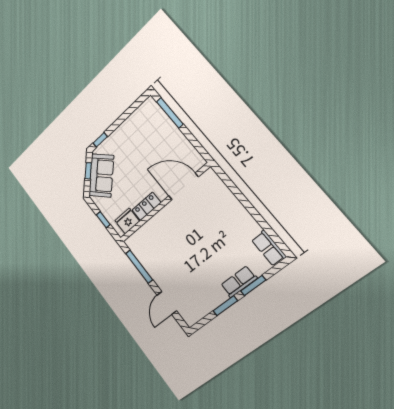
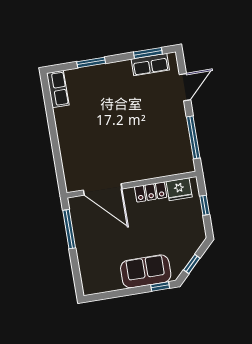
window: (170, 113) -> (69, 229), moved
sofa: (101, 176) -> (146, 271), moved, turned 45
row of seats: (239, 282) -> (150, 65), moved
window: (225, 306) -> (148, 53), moved

